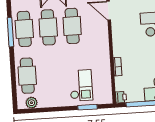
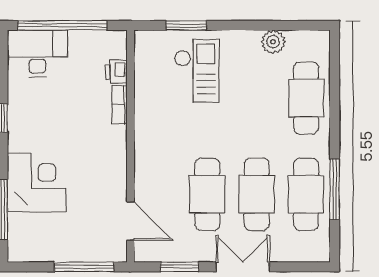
checkout: (81, 85) -> (197, 71), turned 180
printer: (121, 97) -> (116, 72), moved
plant: (31, 103) -> (273, 42), moved

